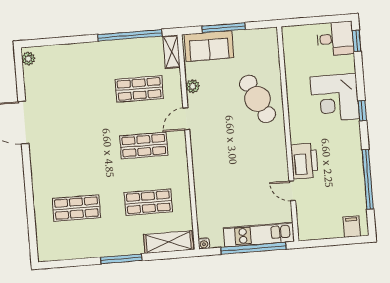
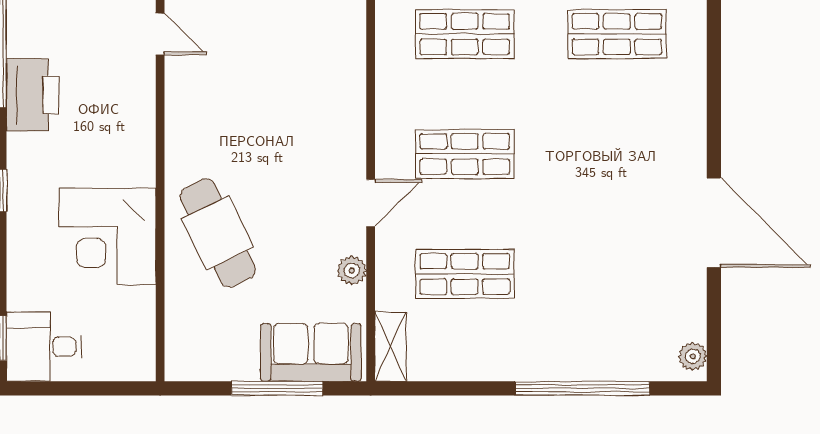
window: (130, 35) -> (582, 388), moved
corner desk: (335, 98) -> (108, 236), moved, turned 180
printer: (304, 161) -> (33, 95), moved, turned 180

